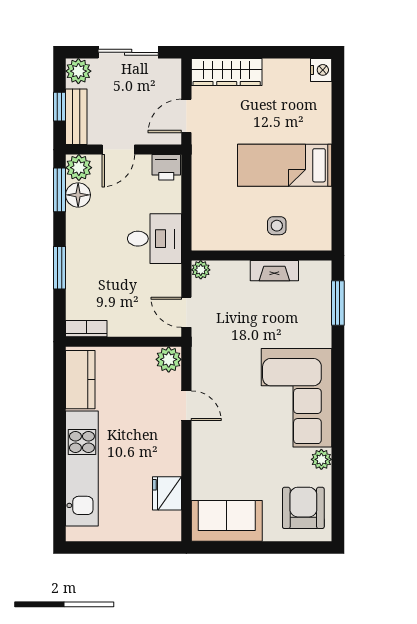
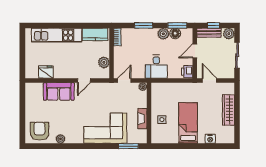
nightstand: (321, 70) -> (210, 139), moved
wardrobe: (227, 72) -> (228, 110), moved
door: (118, 150) -> (195, 51), hinge flipped
plant: (79, 168) -> (163, 34), moved
plant: (169, 359) -> (104, 62), moved
corner sofa: (297, 398) -> (105, 128), moved
armchair: (303, 508) -> (40, 131), turned -90
sofa: (227, 521) -> (59, 91), moved, turned 90

